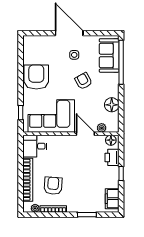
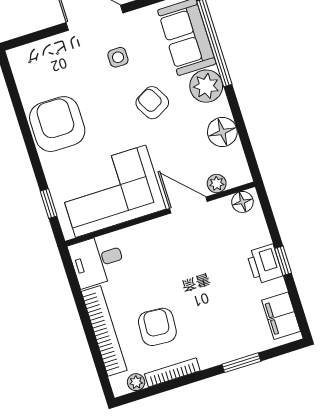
plant: (111, 81) -> (206, 86), added
printer: (112, 157) -> (265, 264), moved

